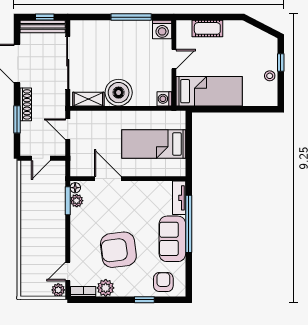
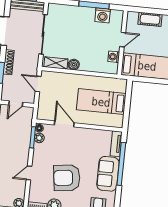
washing machine: (162, 30) -> (103, 15), moved
boiler: (119, 93) -> (74, 65), width x0.54, depth x0.54
washing machine: (164, 99) -> (114, 57), moved
door: (68, 272) -> (29, 173), moved

